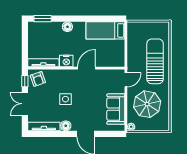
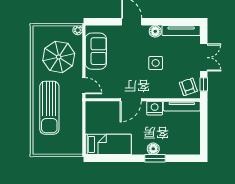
window: (43, 19) -> (155, 158), moved
door: (126, 80) -> (84, 86), swing flipped

